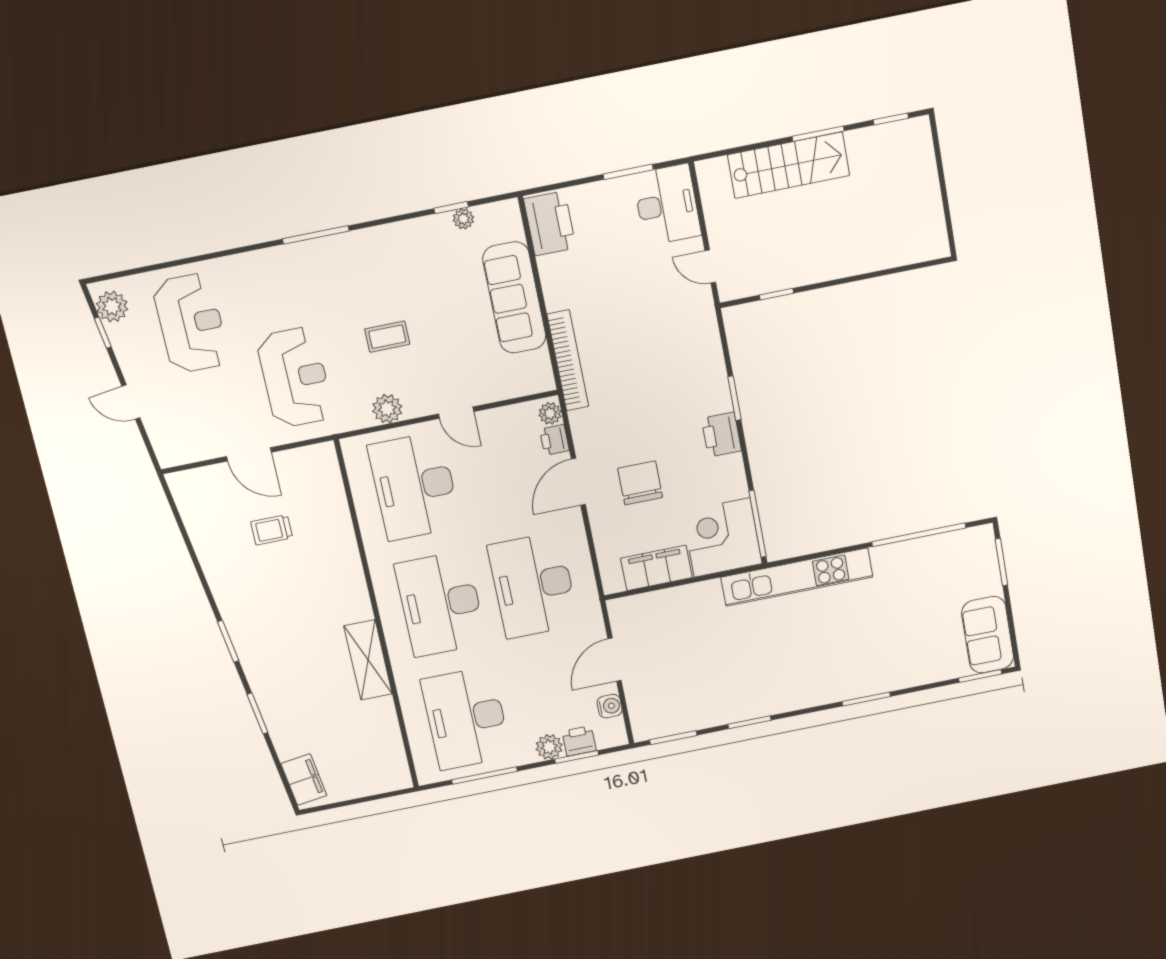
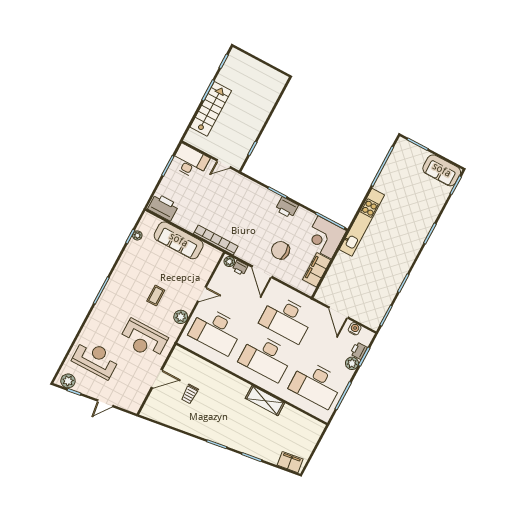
reception desk: (295, 377) -> (143, 339), turned 180

